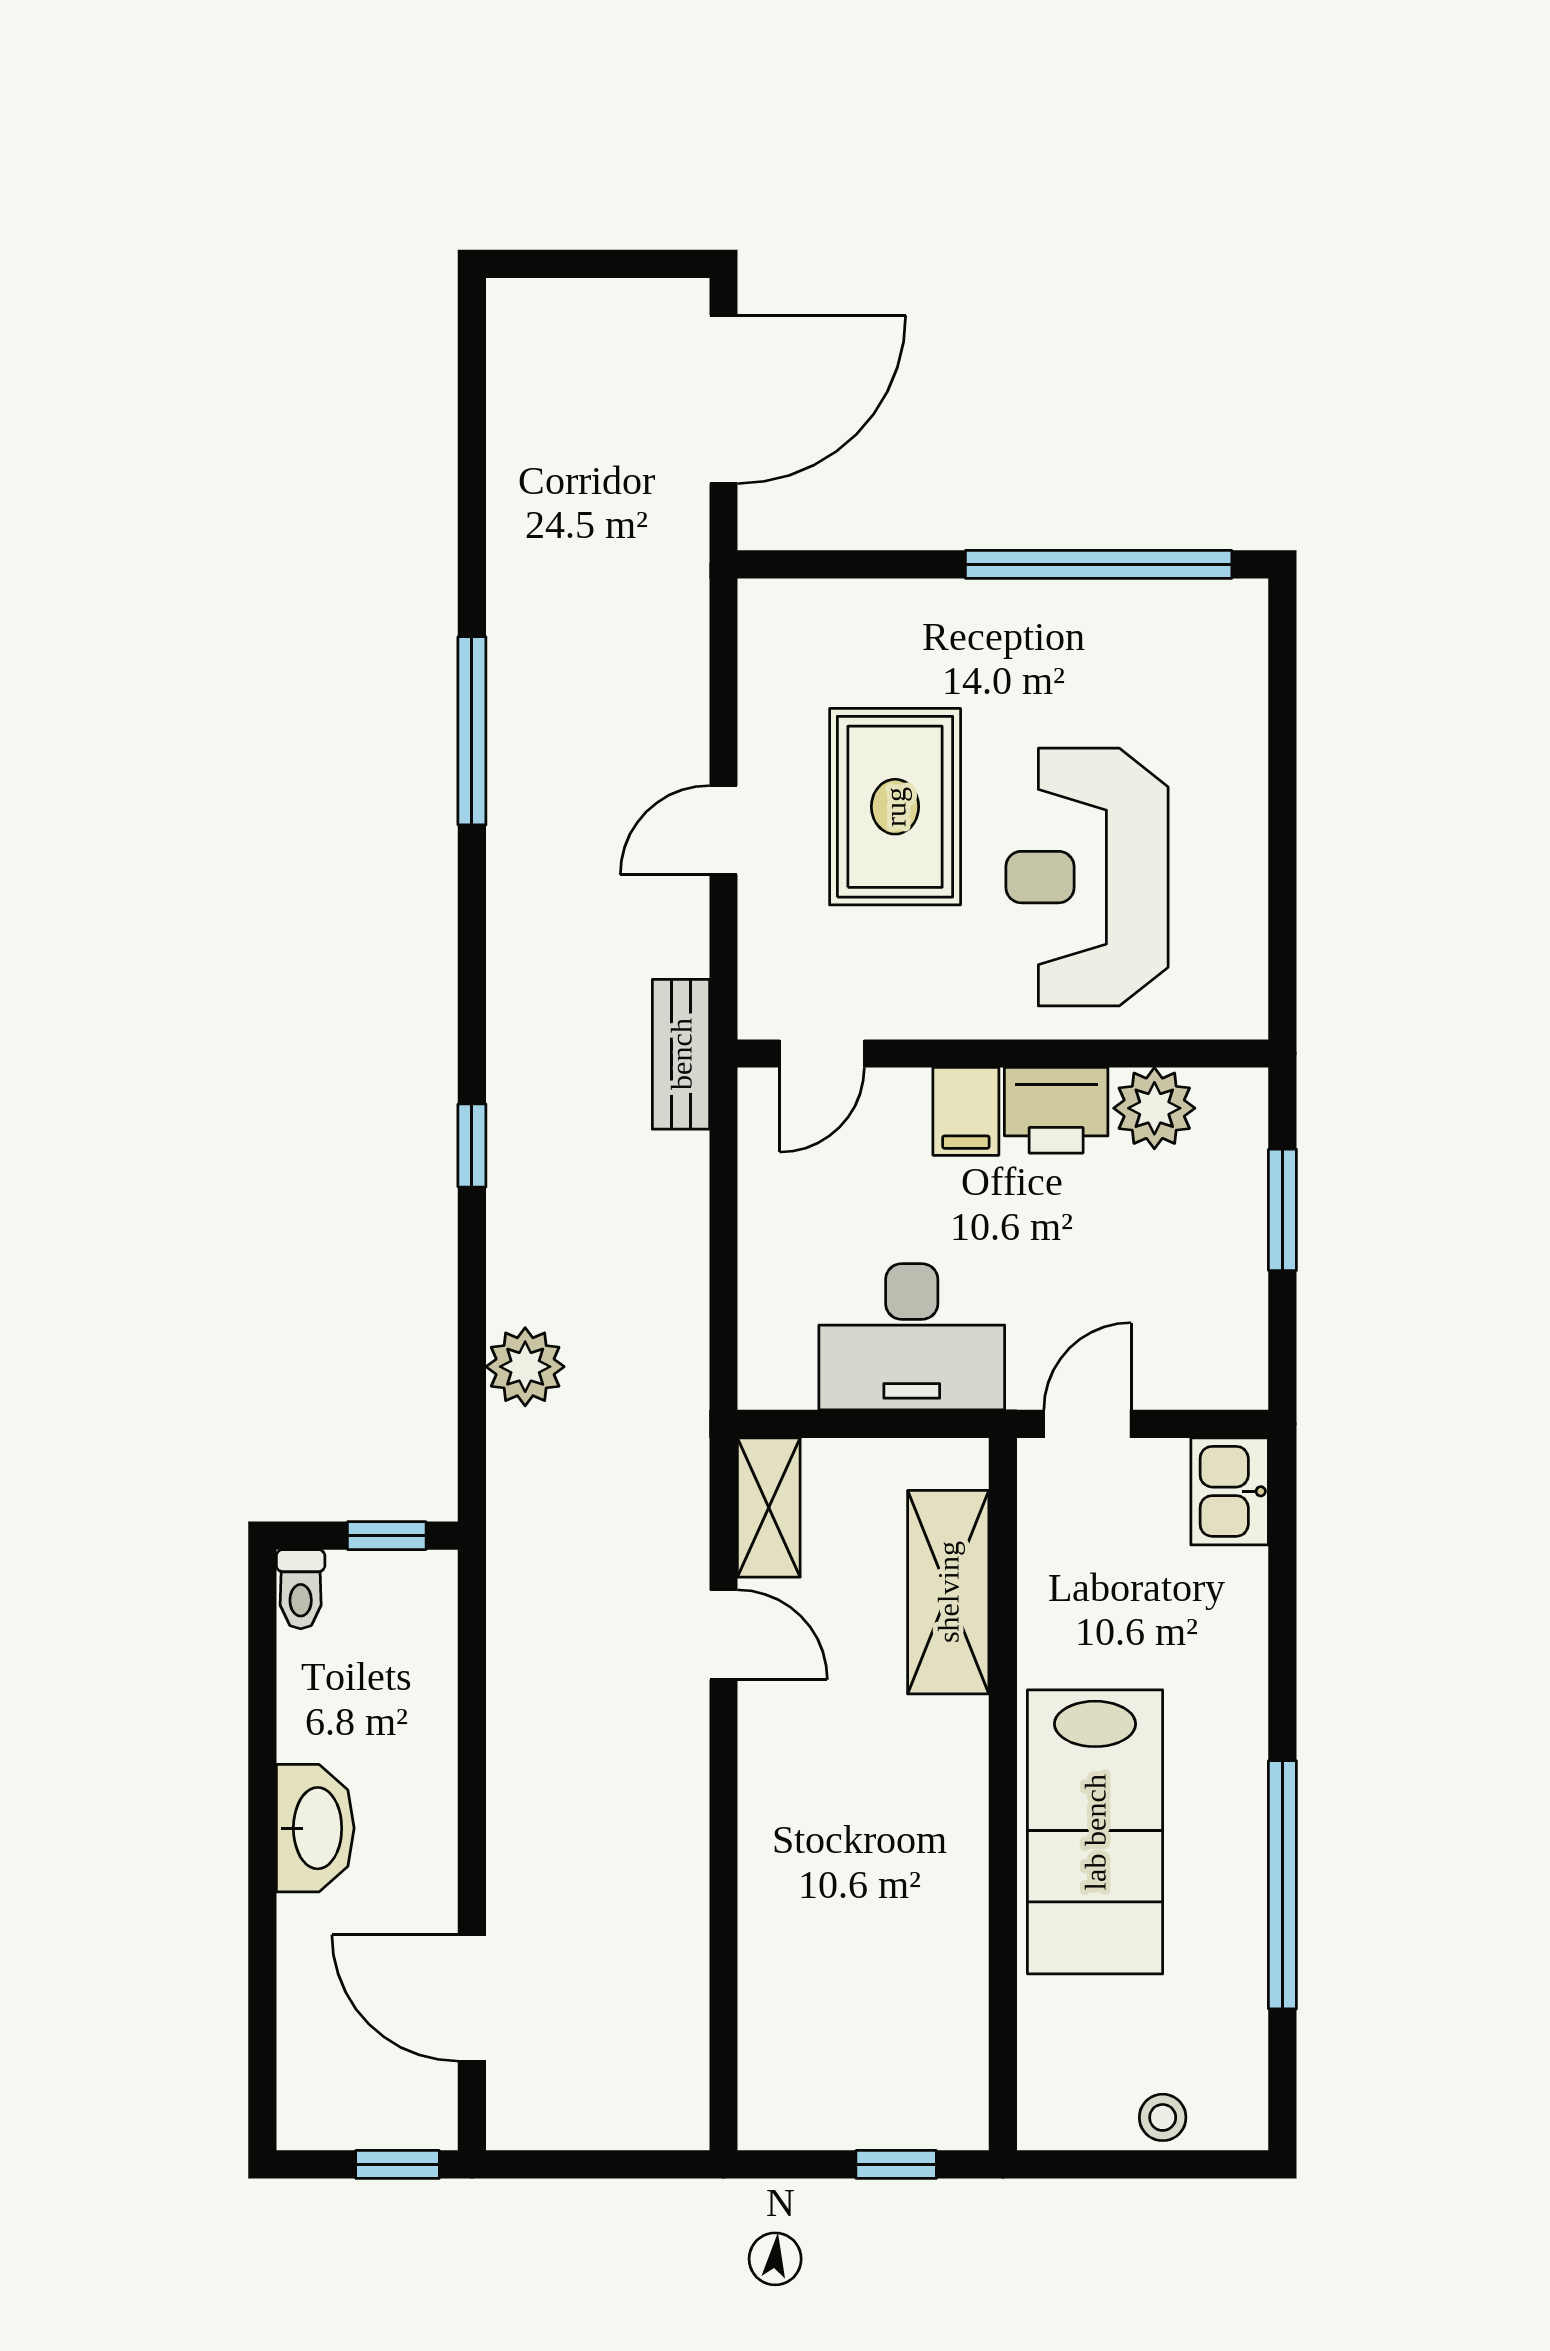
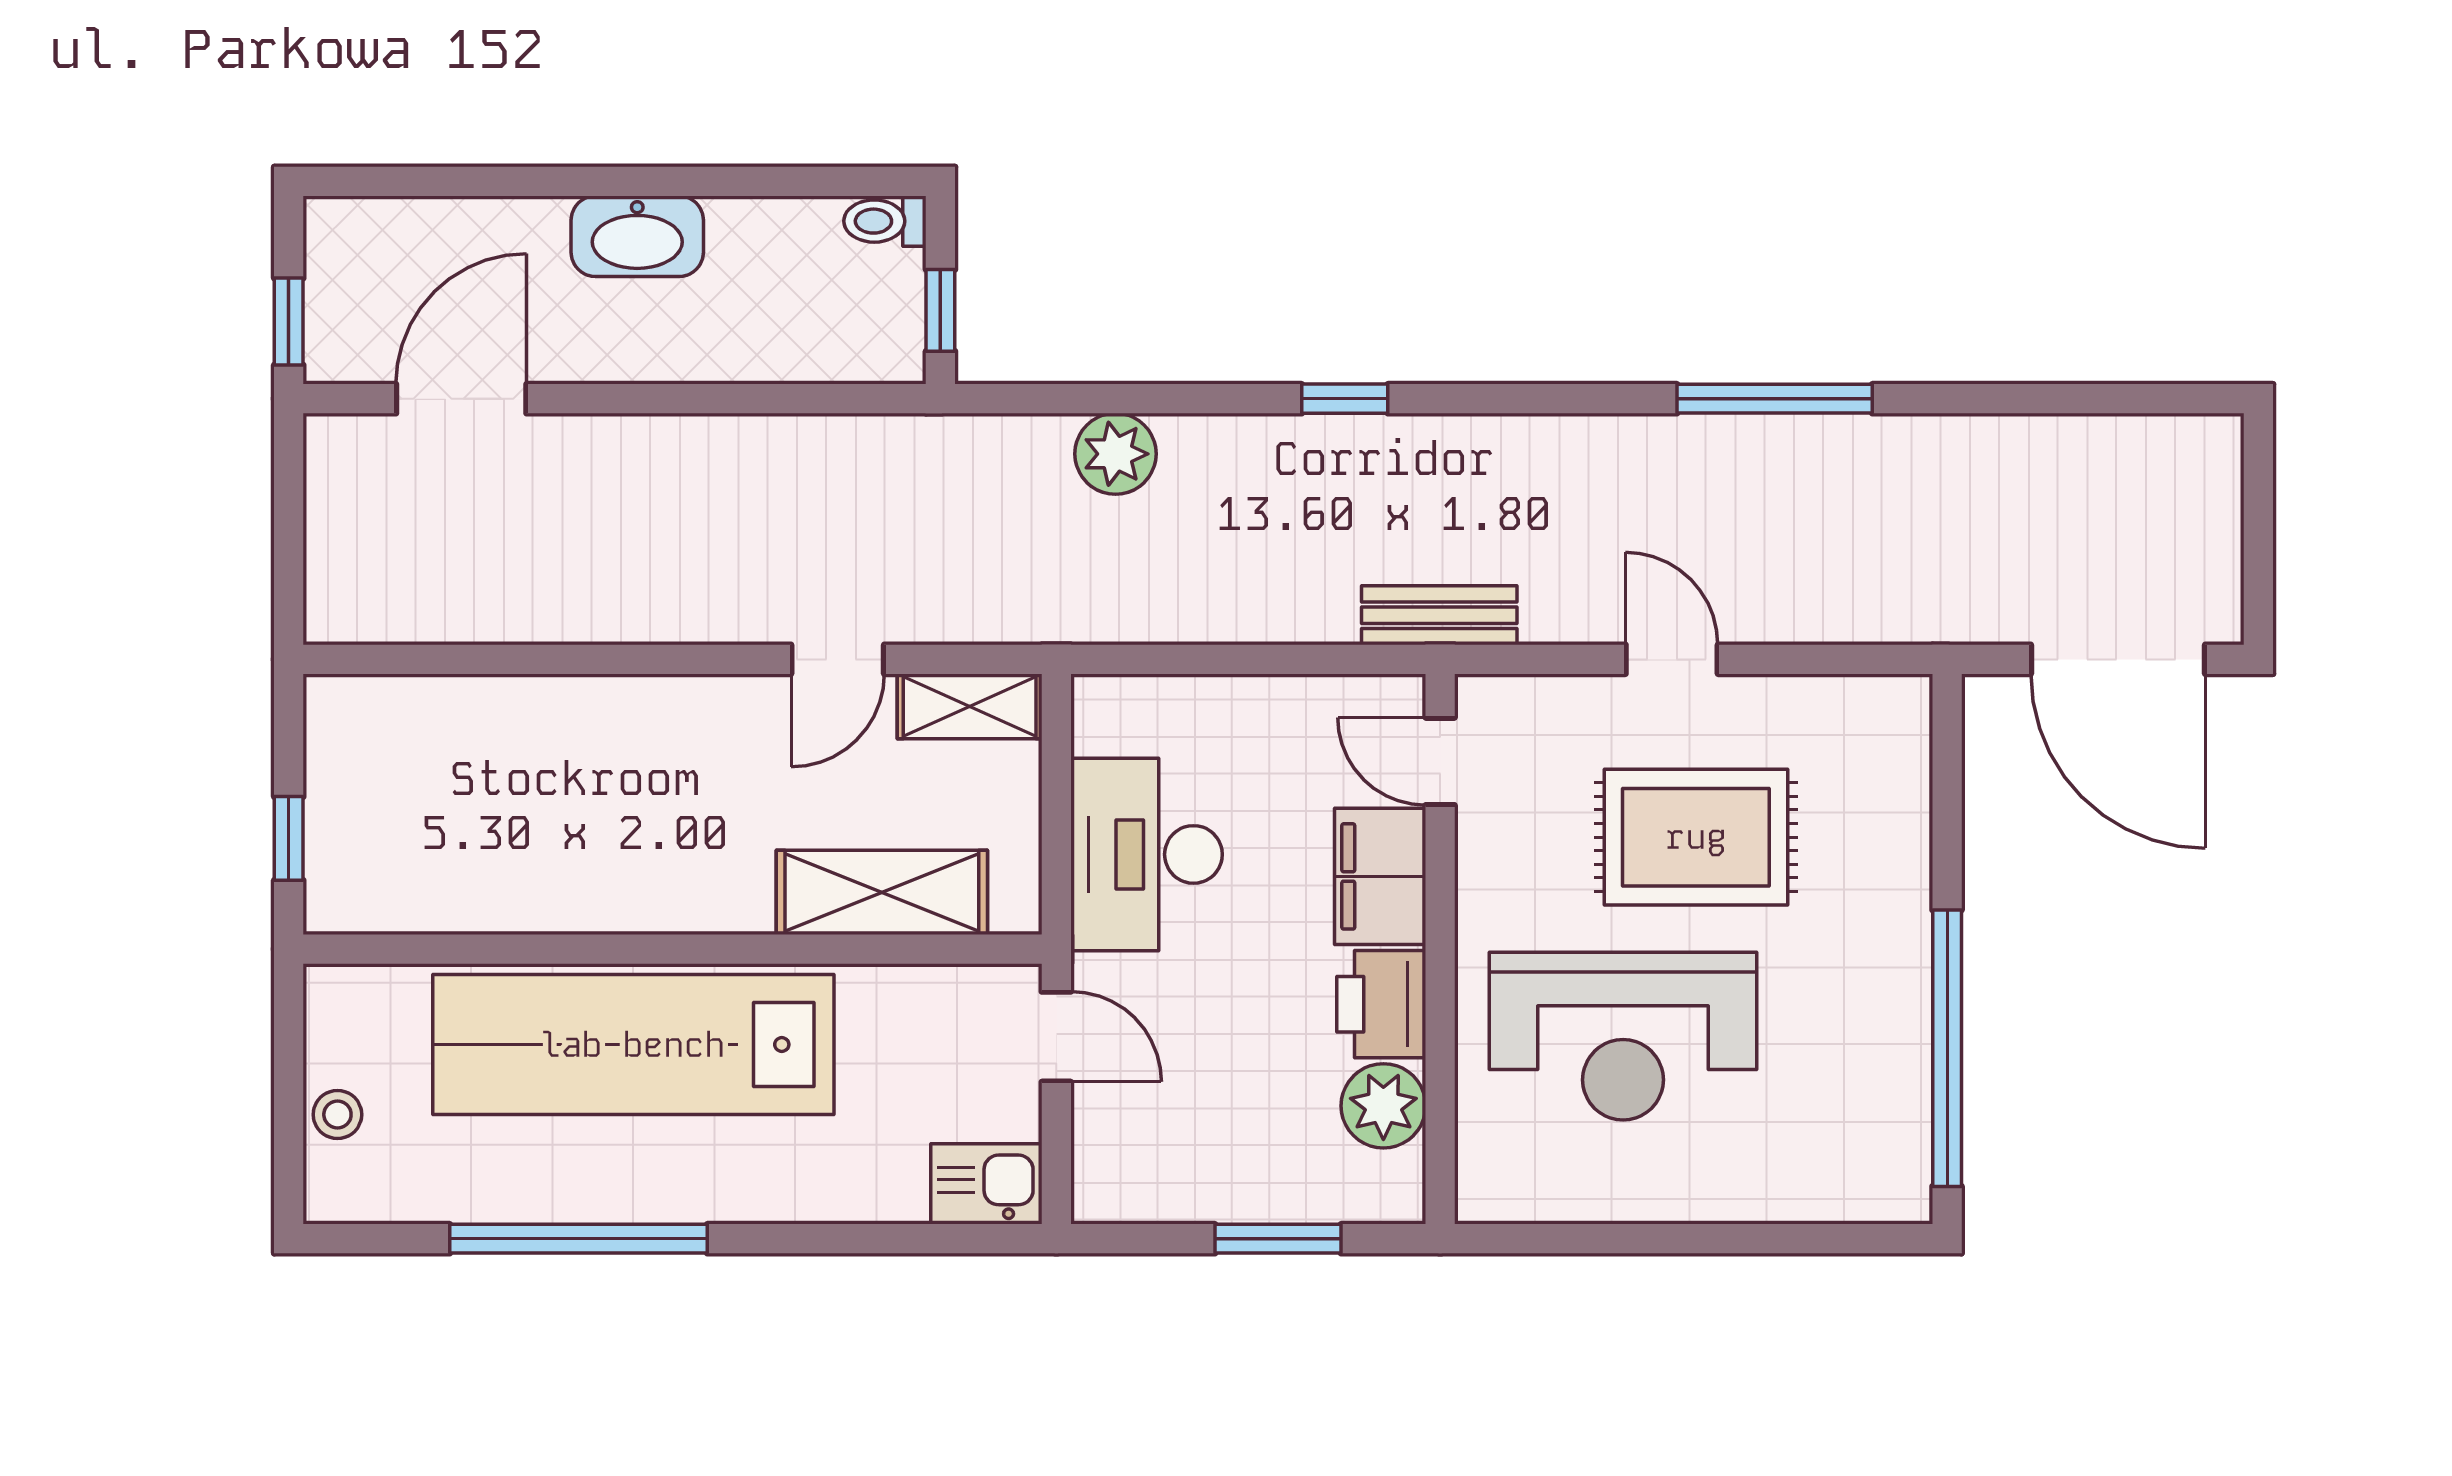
reception desk: (1087, 877) -> (1623, 1036), turned 180
filing cabinet: (966, 1111) -> (1380, 876), width x2.00
lab bench: (1095, 1832) -> (633, 1045), width x1.36

